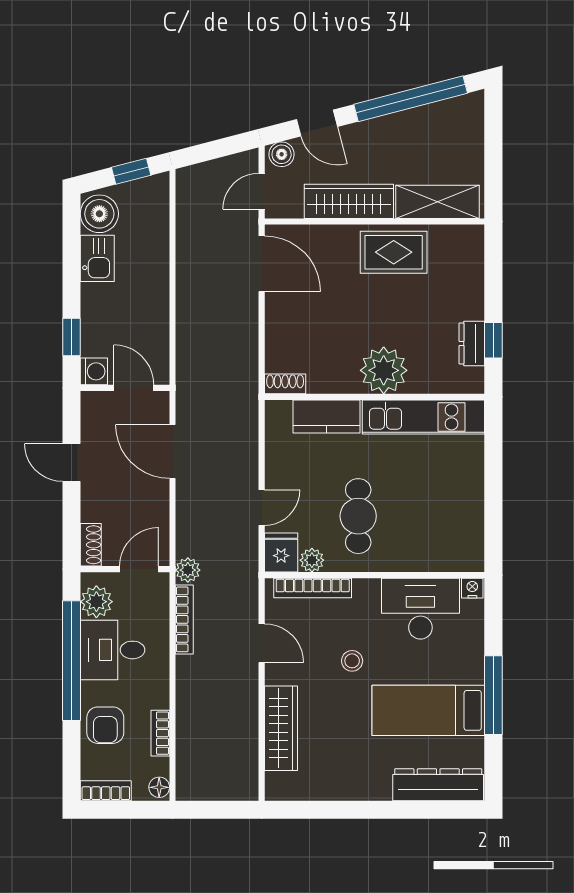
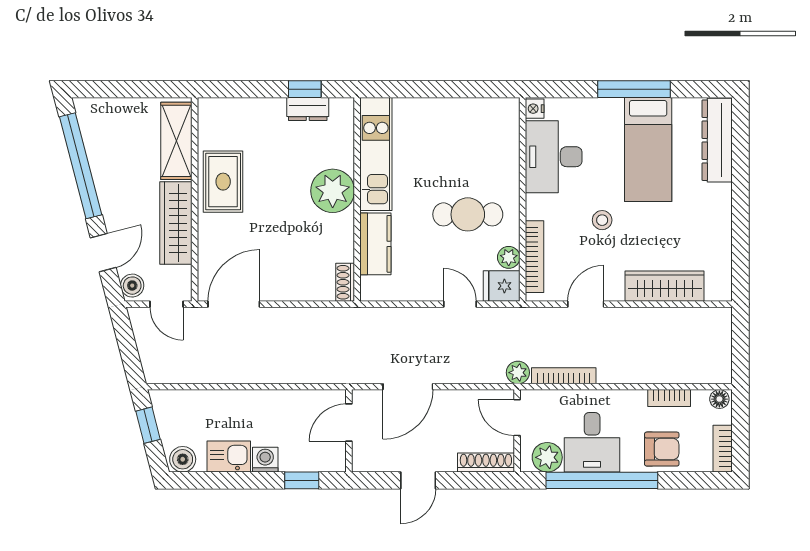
boiler: (99, 214) -> (183, 459), width x0.73, depth x0.73
washing machine: (94, 371) -> (265, 460), moved
shoe rack: (91, 545) -> (486, 463), width x1.43

